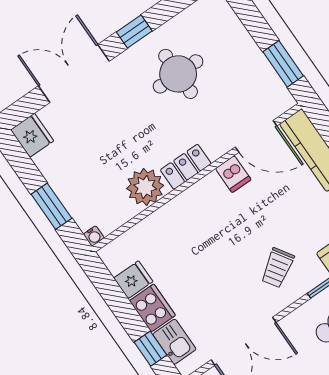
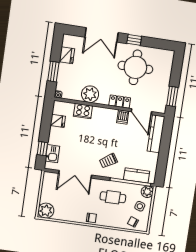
double door: (74, 73) -> (102, 35), swing flipped
round table: (178, 74) -> (135, 67), width x1.36, depth x1.36
fridge: (32, 135) -> (67, 55), moved
locker: (186, 167) -> (120, 102), moved
cooker: (152, 308) -> (83, 111), moved, turned 90

